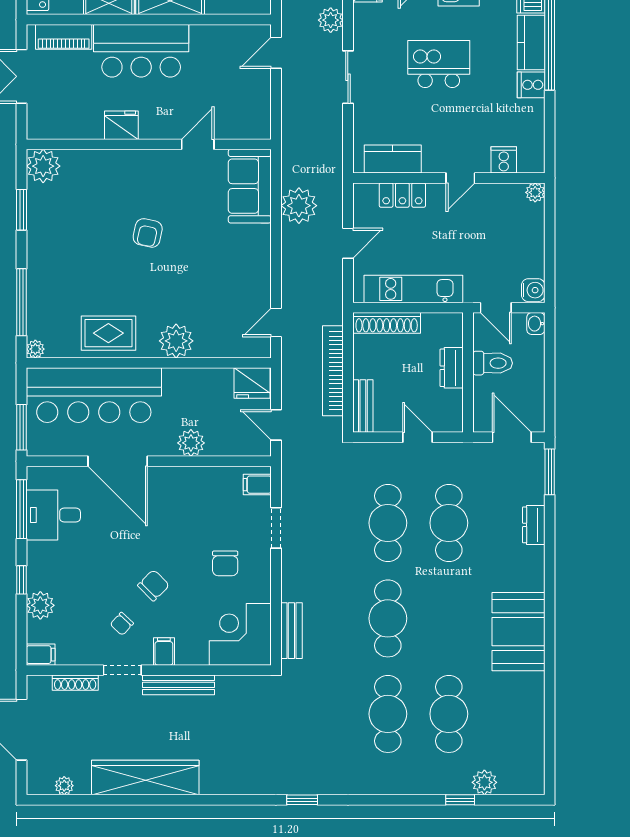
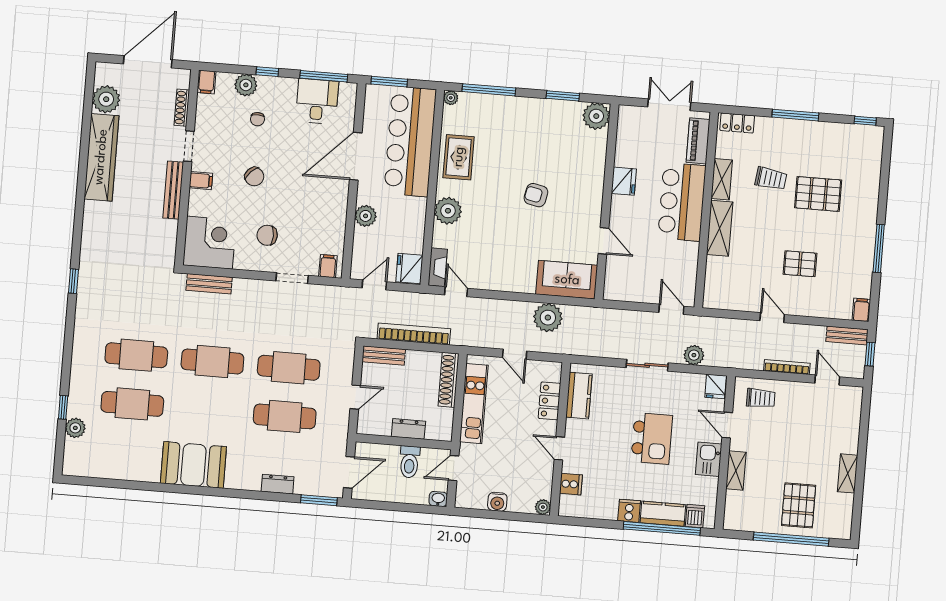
water cooler: (533, 290) -> (497, 502), moved
fireplace: (248, 348) -> (438, 267), added
chair: (122, 624) -> (257, 119), moved, turned -133
plant: (64, 786) -> (106, 99), width x1.87, depth x1.87

